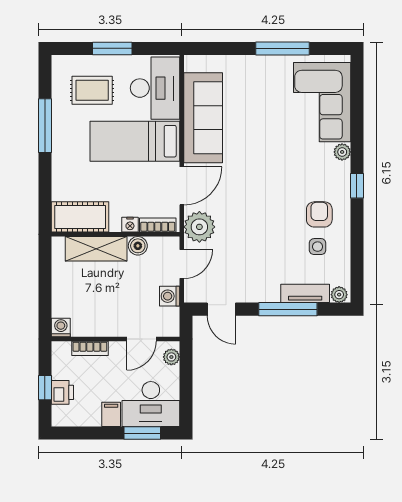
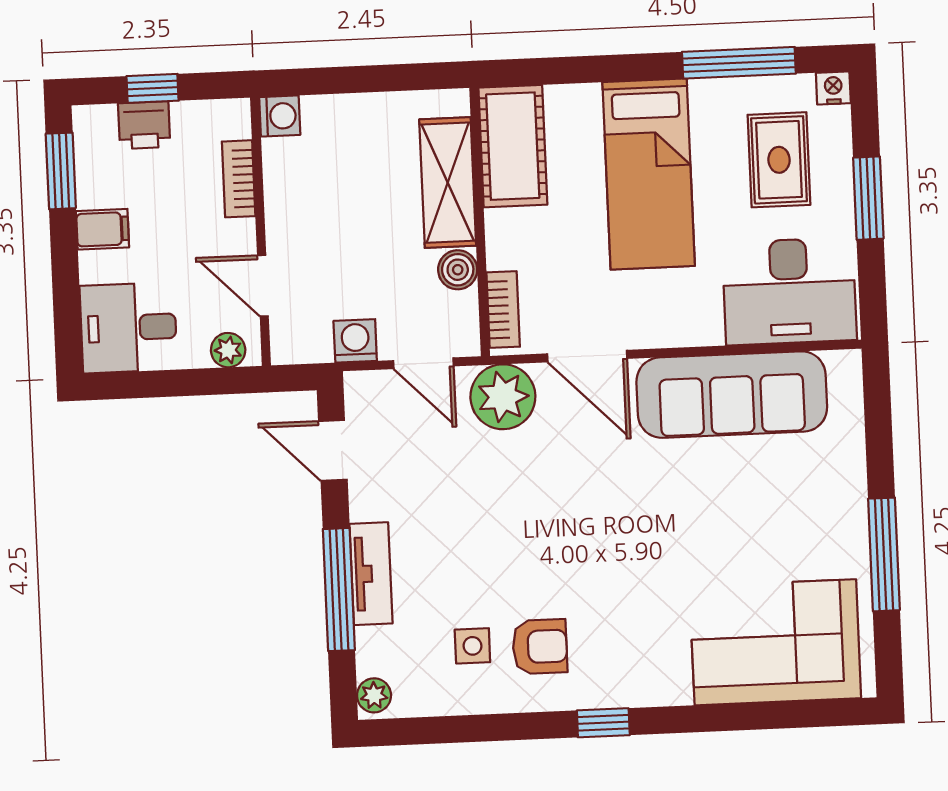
window: (45, 126) -> (739, 63), moved
bed: (135, 141) -> (649, 174), moved, turned 180
plant: (342, 152) -> (673, 689), removed
nightstand: (130, 225) -> (833, 88), moved, turned 90
tv unit: (305, 293) -> (371, 574), moved
door: (221, 309) -> (333, 450), hinge flipped
desk: (151, 404) -> (128, 328), width x0.73
window: (142, 433) -> (61, 171), moved

